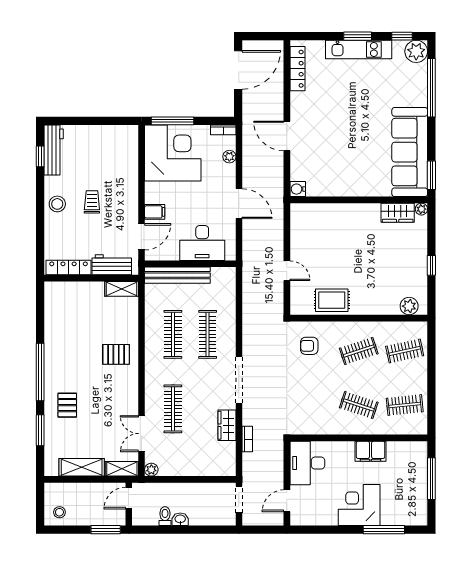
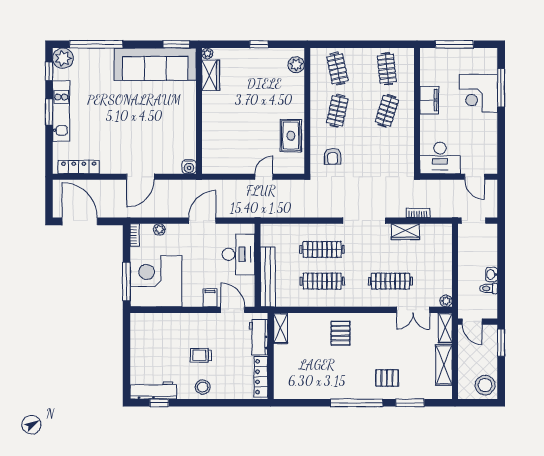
clothes rail: (359, 351) -> (337, 111), turned 30
corner desk: (359, 505) -> (478, 93), moved
stool: (59, 512) -> (485, 385), width x1.89, depth x1.89

